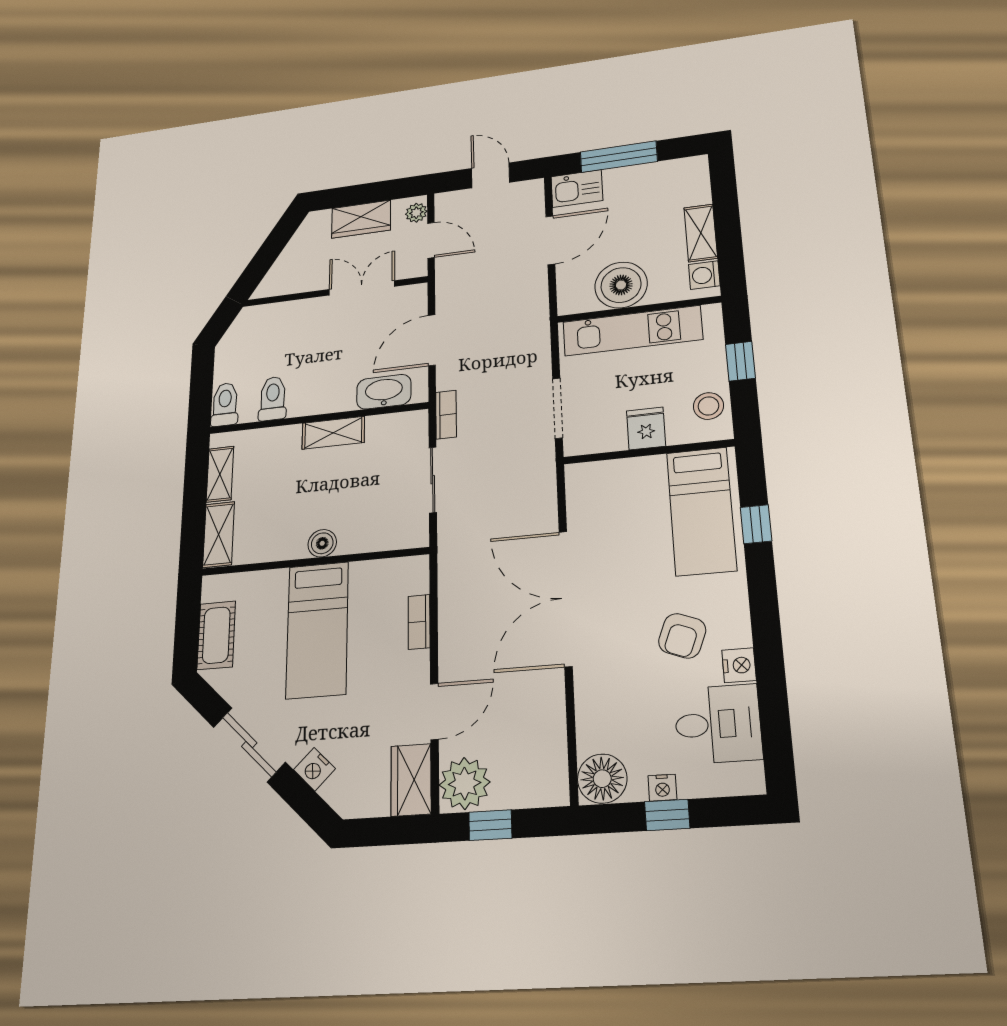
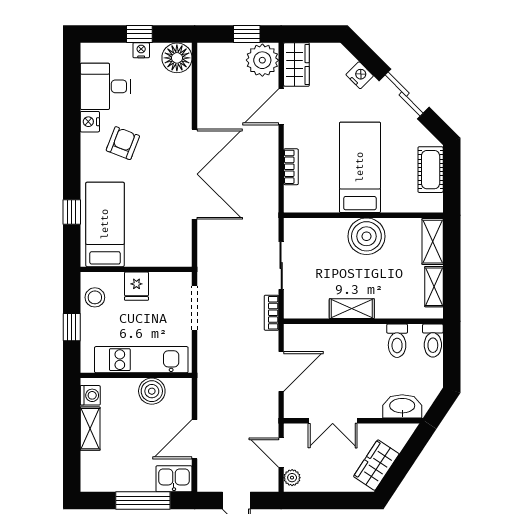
wardrobe: (361, 219) -> (376, 465), moved, turned -57
boiler: (621, 285) -> (152, 391), width x0.73, depth x0.73
washbasin: (384, 392) -> (402, 406), moved, turned 180
boiler: (322, 543) -> (366, 236), width x1.86, depth x1.86

